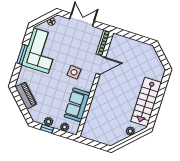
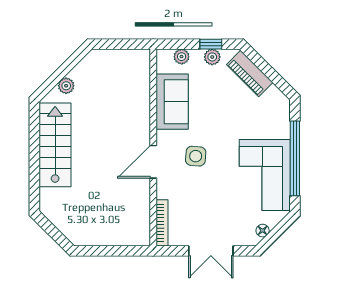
window: (22, 54) -> (295, 158), width x2.11
door: (101, 65) -> (153, 162), moved
piano: (26, 96) -> (250, 73), moved

